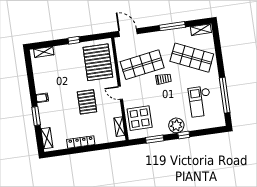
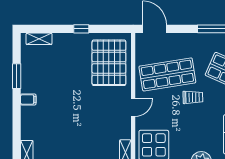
door: (120, 93) -> (133, 108), swing flipped
pallet: (87, 102) -> (87, 113), removed
window: (36, 116) -> (17, 76), moved

